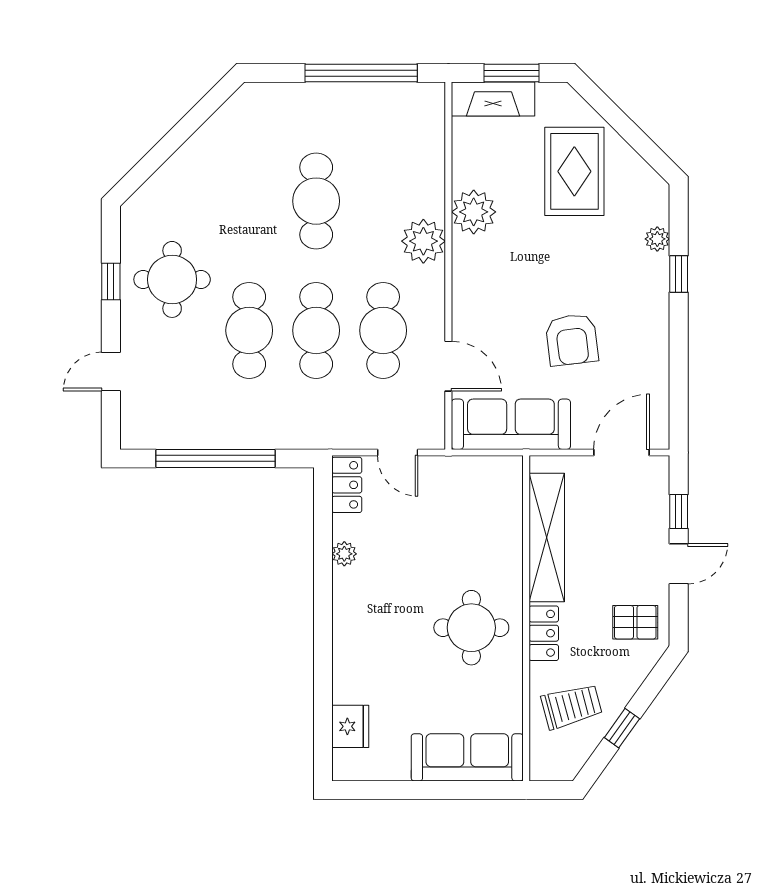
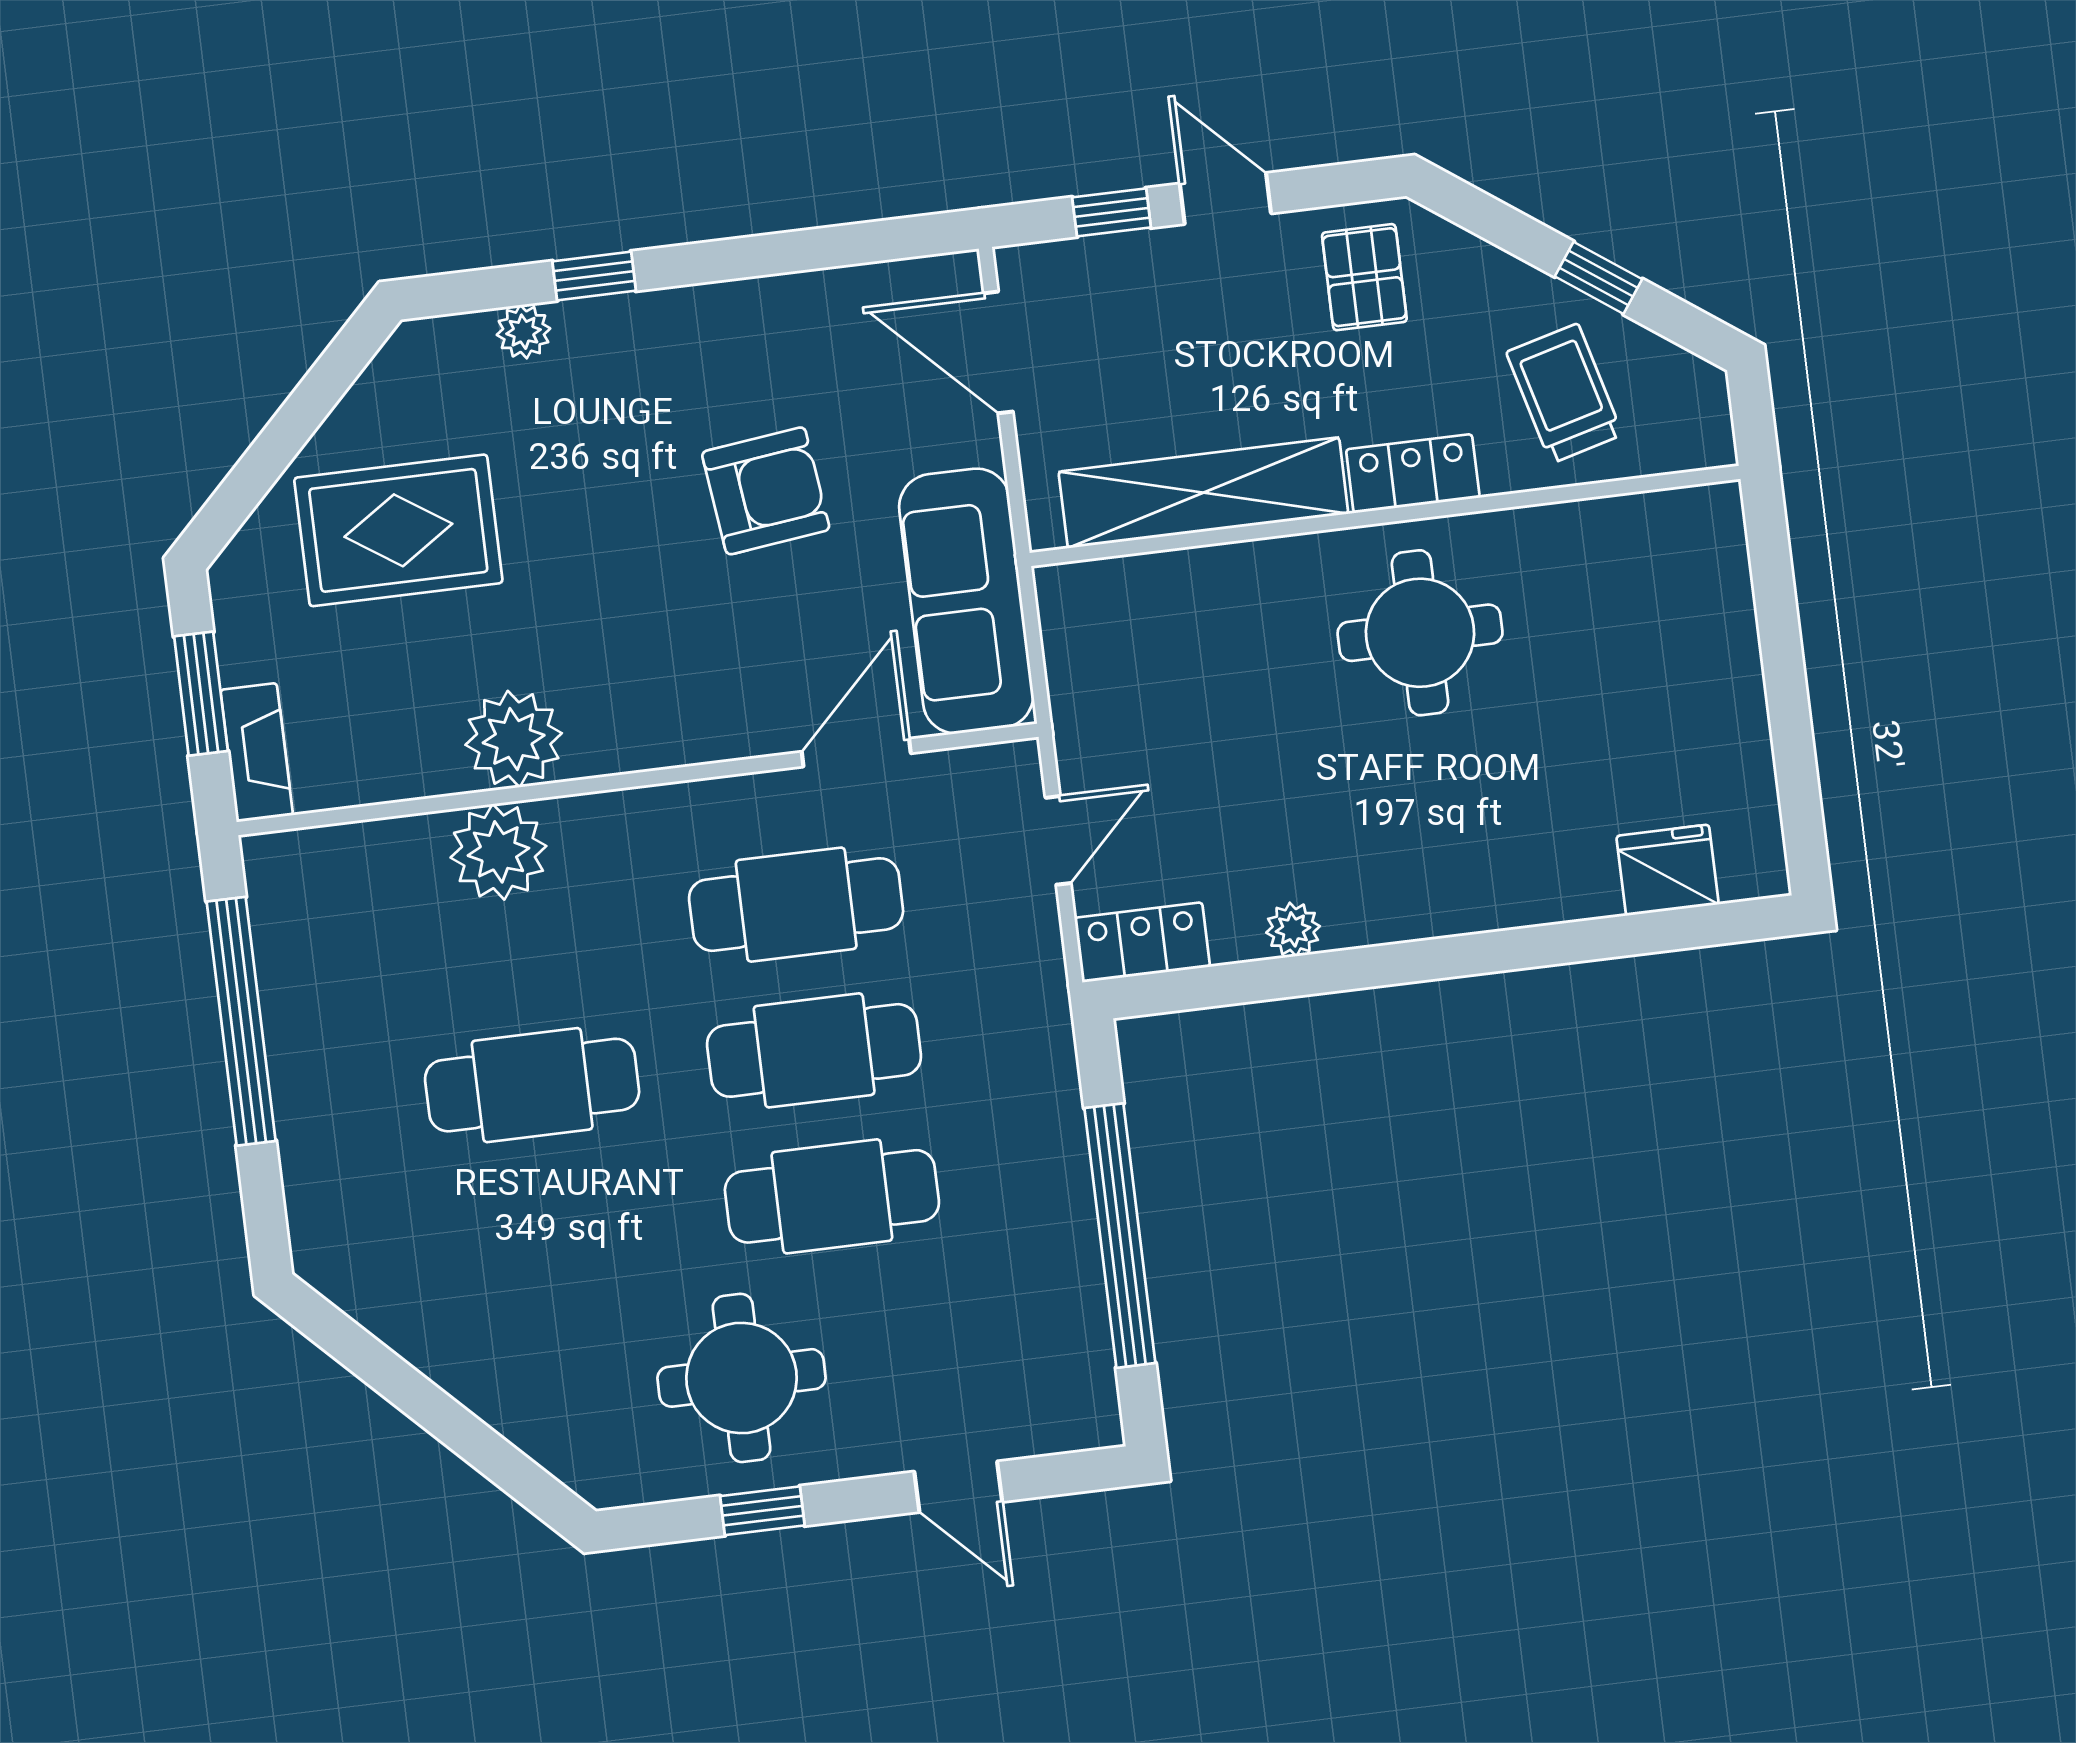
fireplace: (493, 99) -> (257, 752), width x0.73, depth x0.76
plant: (423, 241) -> (498, 852), moved
sofa: (467, 757) -> (1704, 607), removed

